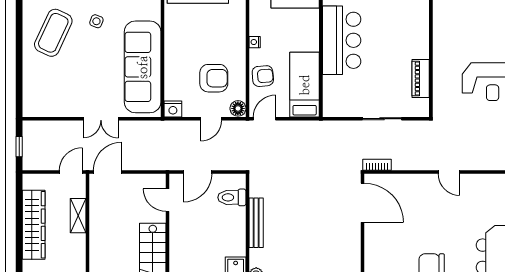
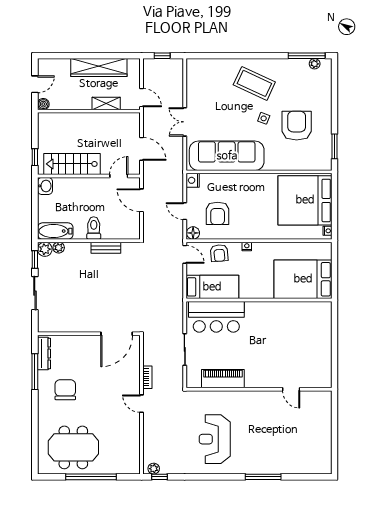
bar counter: (342, 40) -> (216, 317), moved
piano: (421, 79) -> (223, 379), width x1.37, depth x1.33
bookcase: (377, 165) -> (147, 377), moved
door: (108, 172) -> (142, 149), moved
door: (449, 172) -> (142, 404), hinge flipped
toilet: (232, 197) -> (94, 228), moved
bench: (256, 223) -> (106, 248), width x0.73

